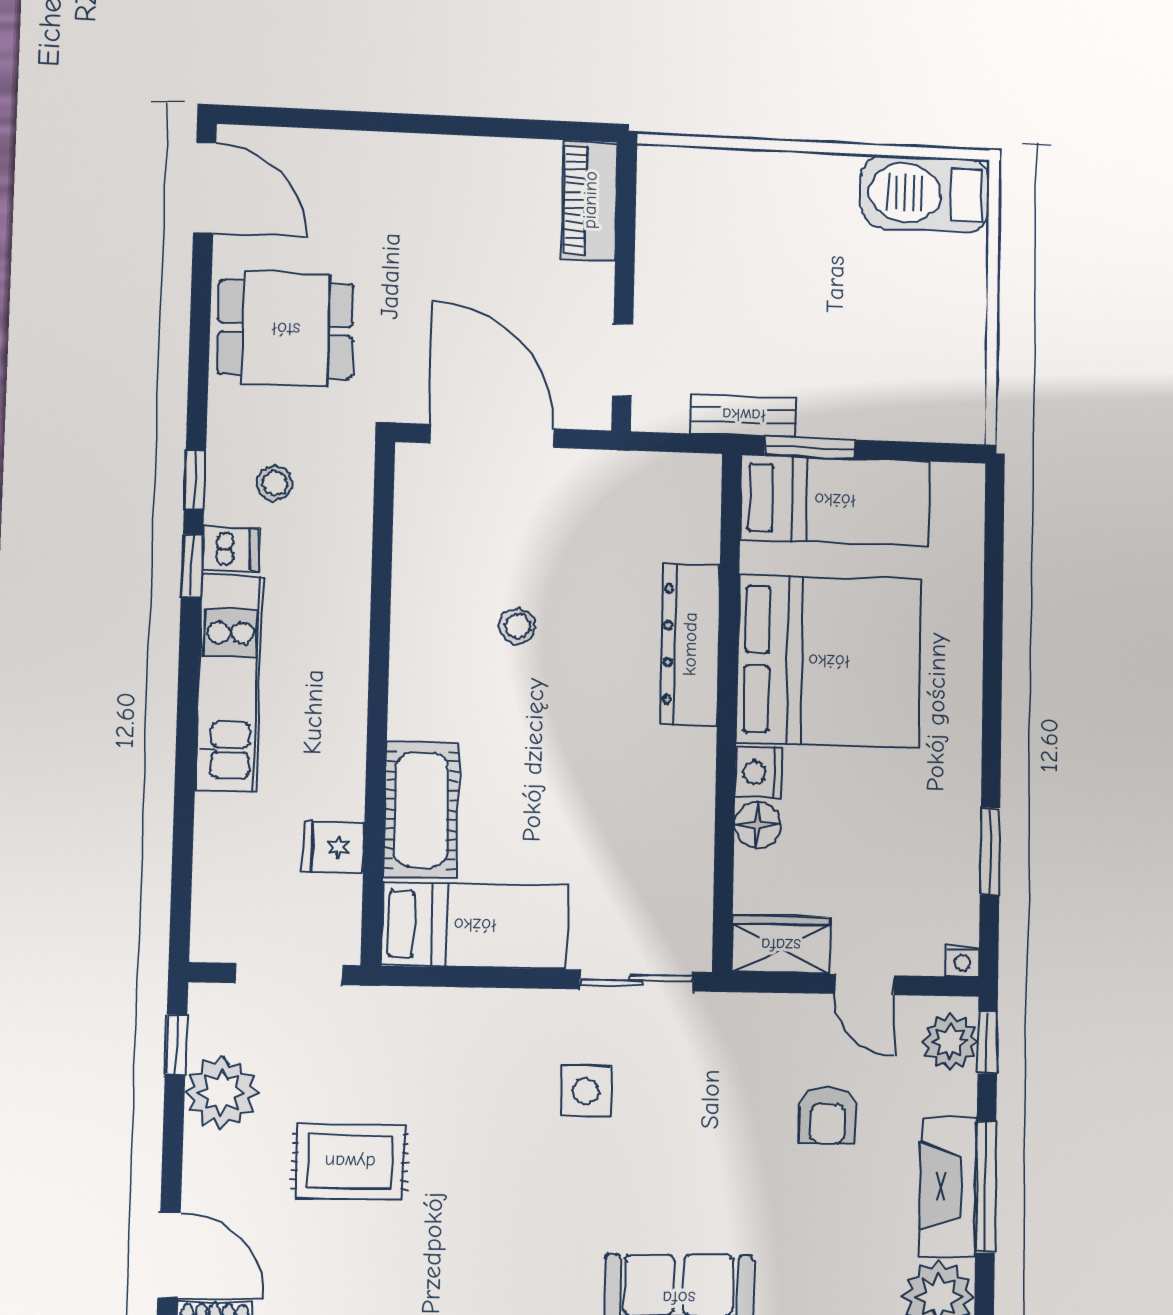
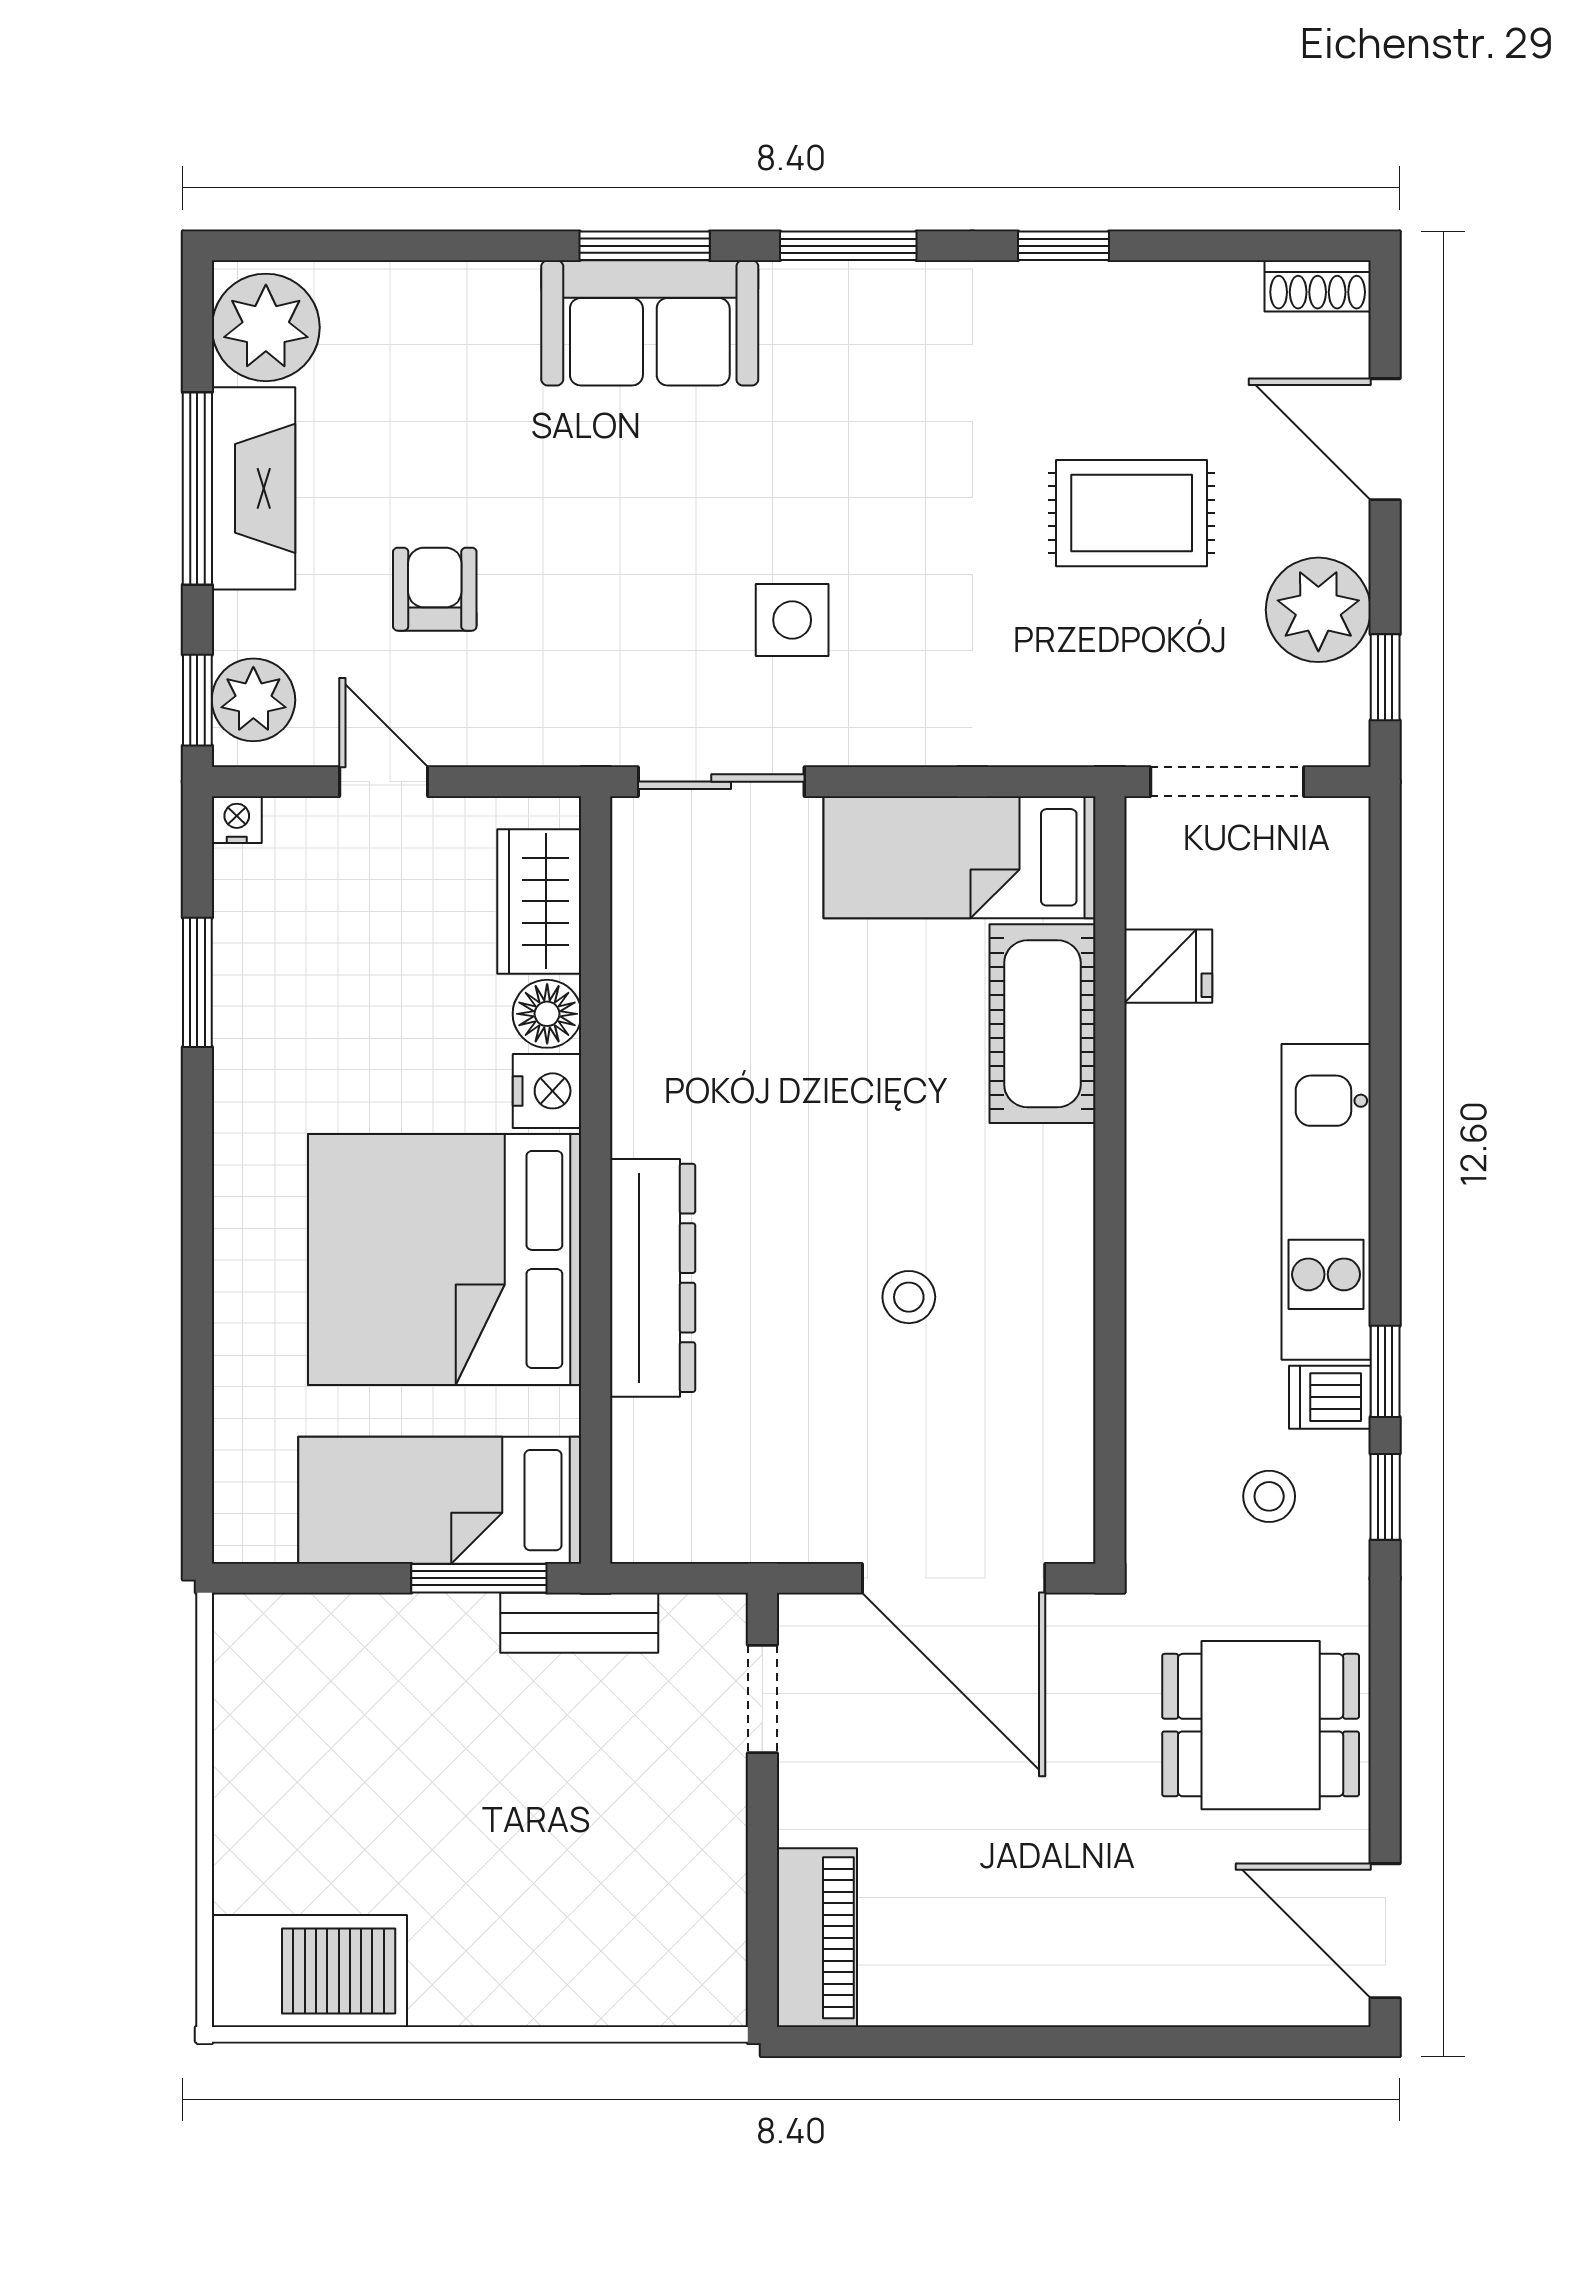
wardrobe: (781, 945) -> (539, 901), moved, turned 90
door: (169, 1255) -> (1385, 439), moved

